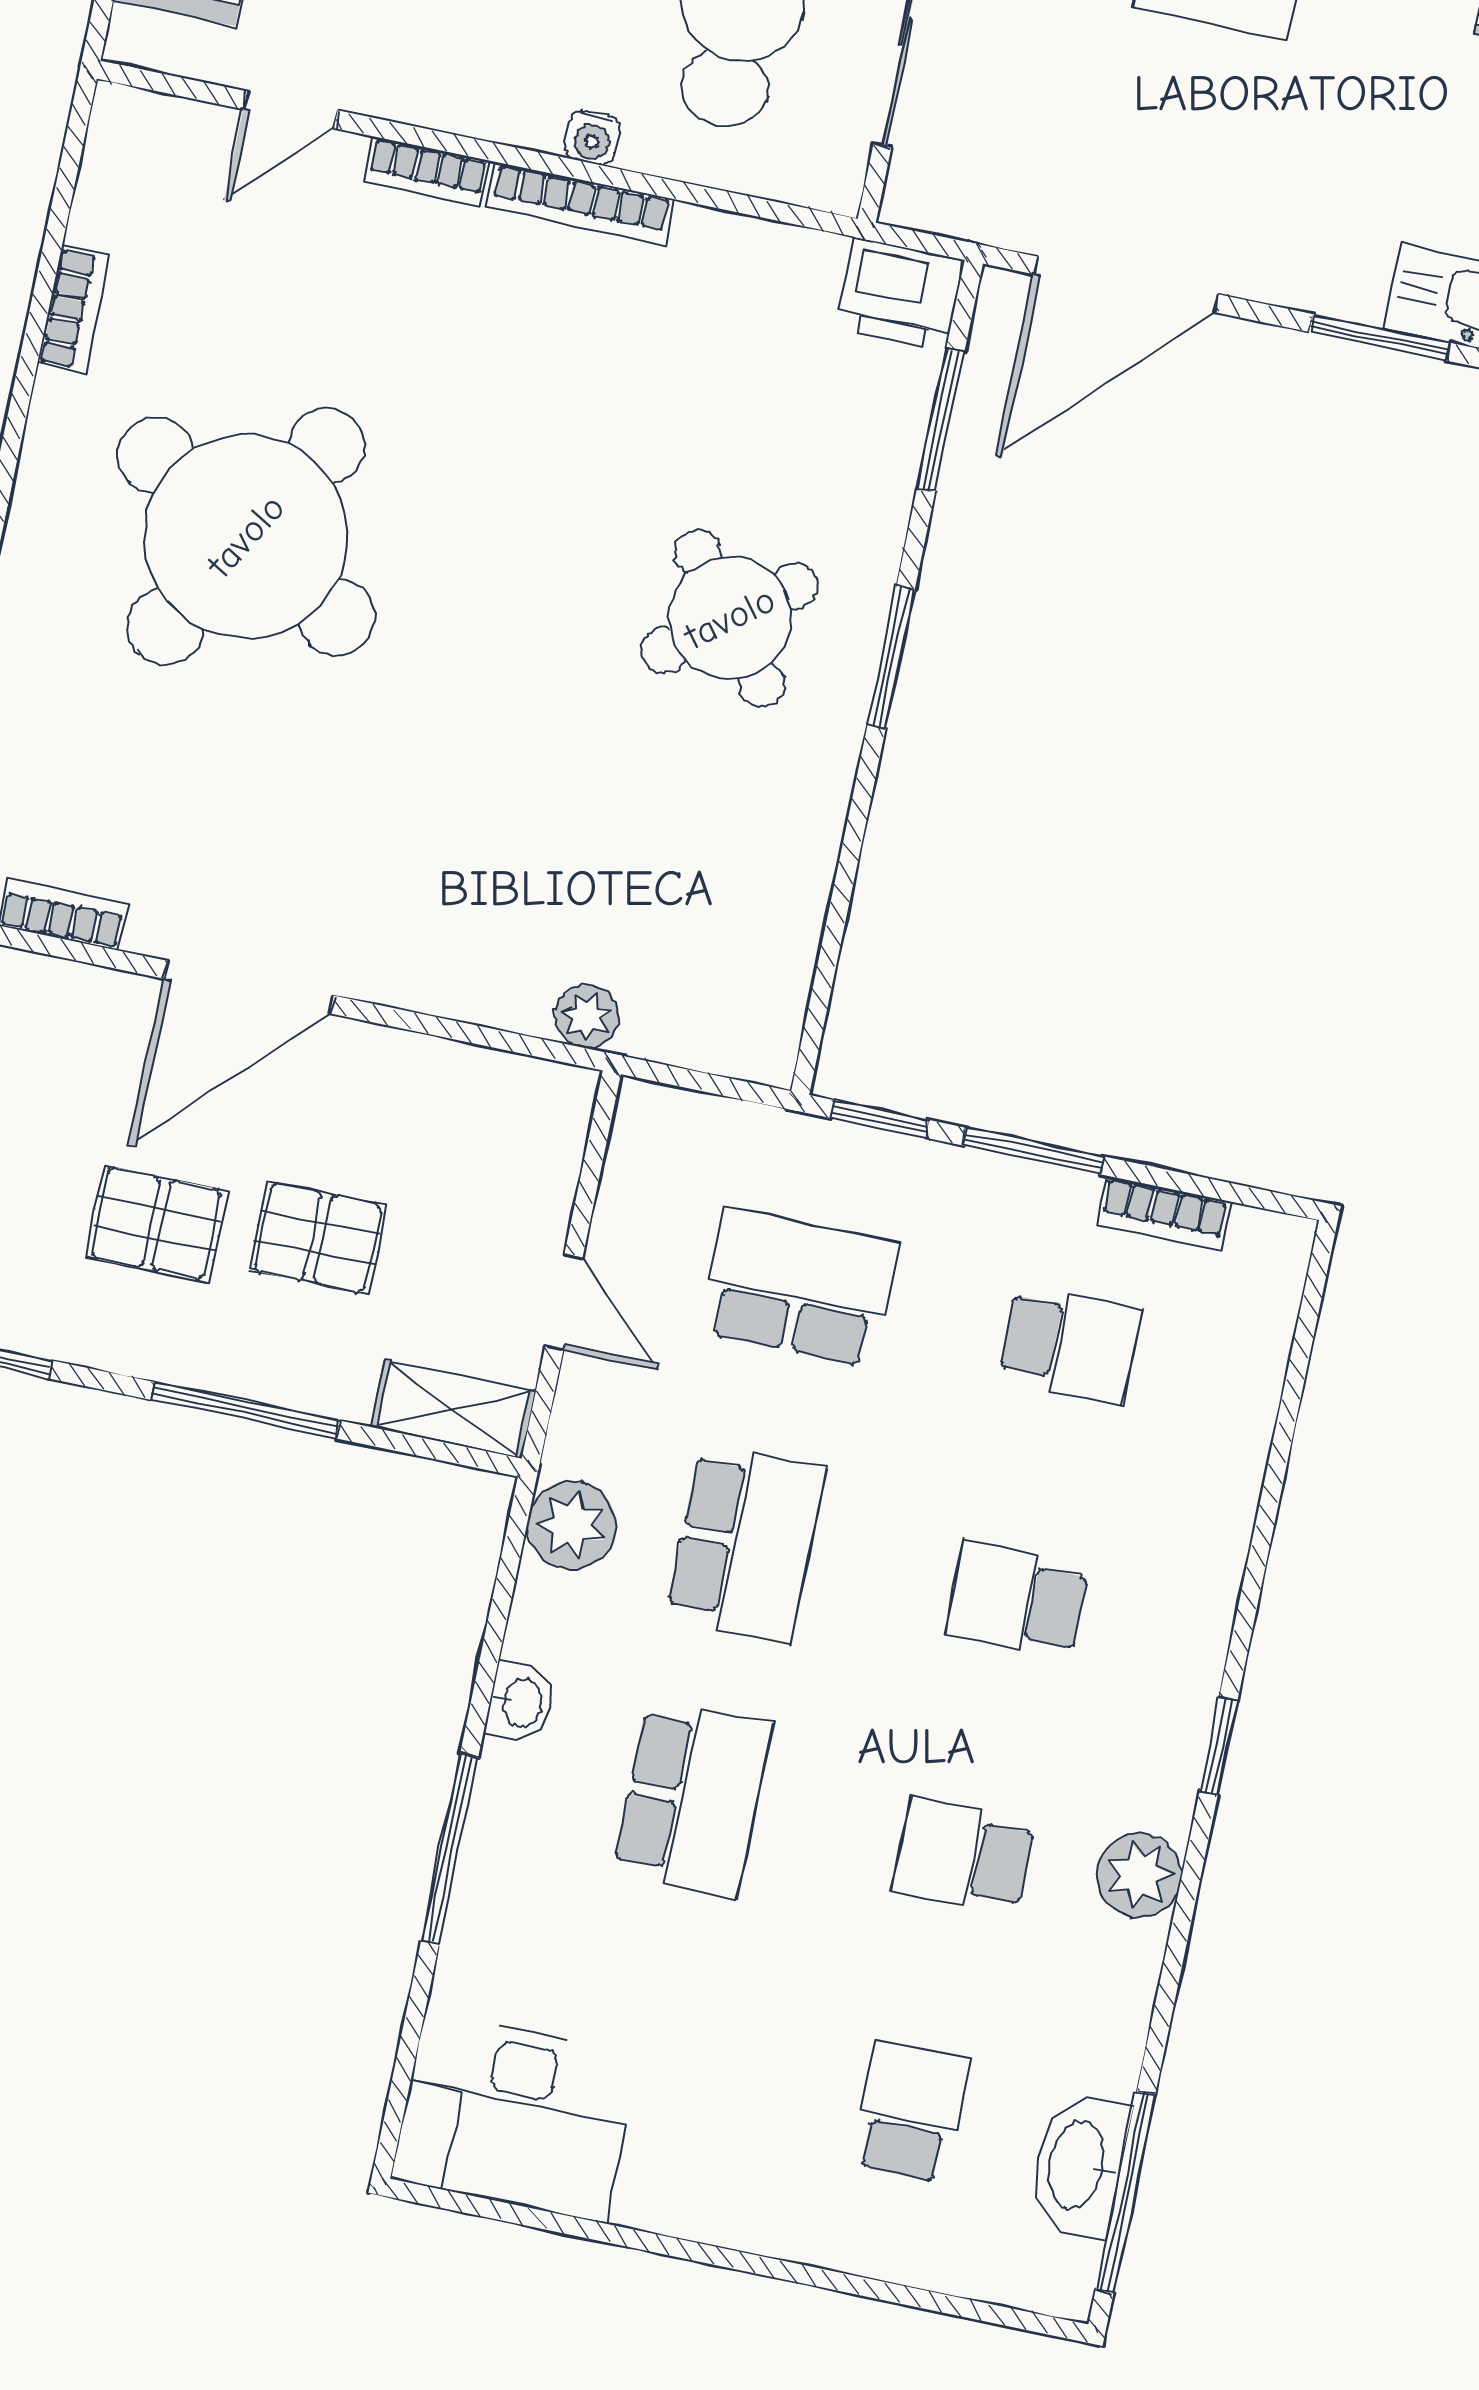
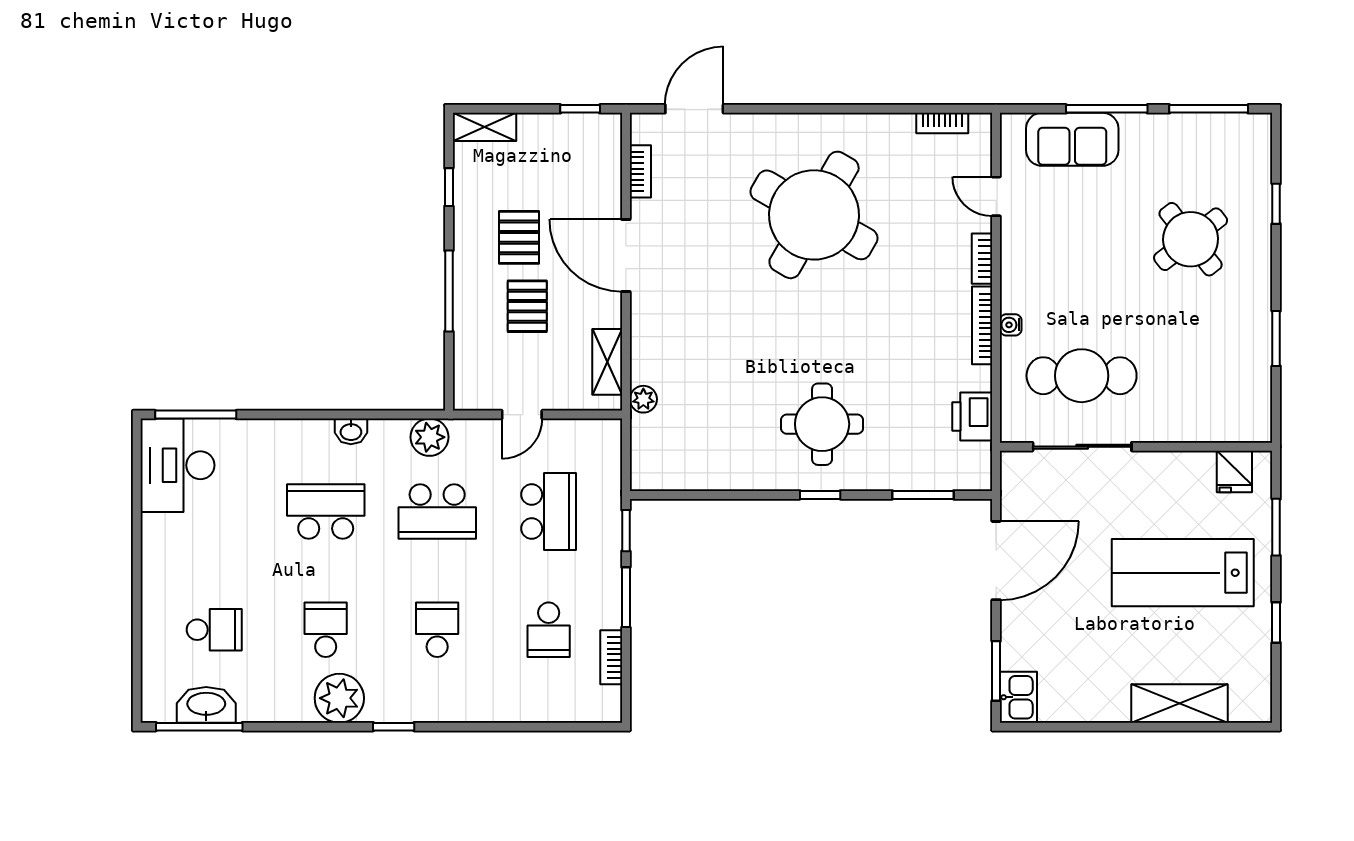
door: (1126, 284) -> (996, 561), swing flipped
printer: (900, 294) -> (972, 416), moved
bookcase: (73, 310) -> (942, 123), moved
round table: (730, 618) -> (822, 424), turned 38
window: (891, 657) -> (820, 495), width x0.67
shelving: (453, 1409) -> (607, 362), moved
school desk: (692, 1799) -> (326, 512), turned 180
window: (450, 1849) -> (196, 415), moved
plant: (1139, 1875) -> (339, 698), width x1.36, depth x1.36

